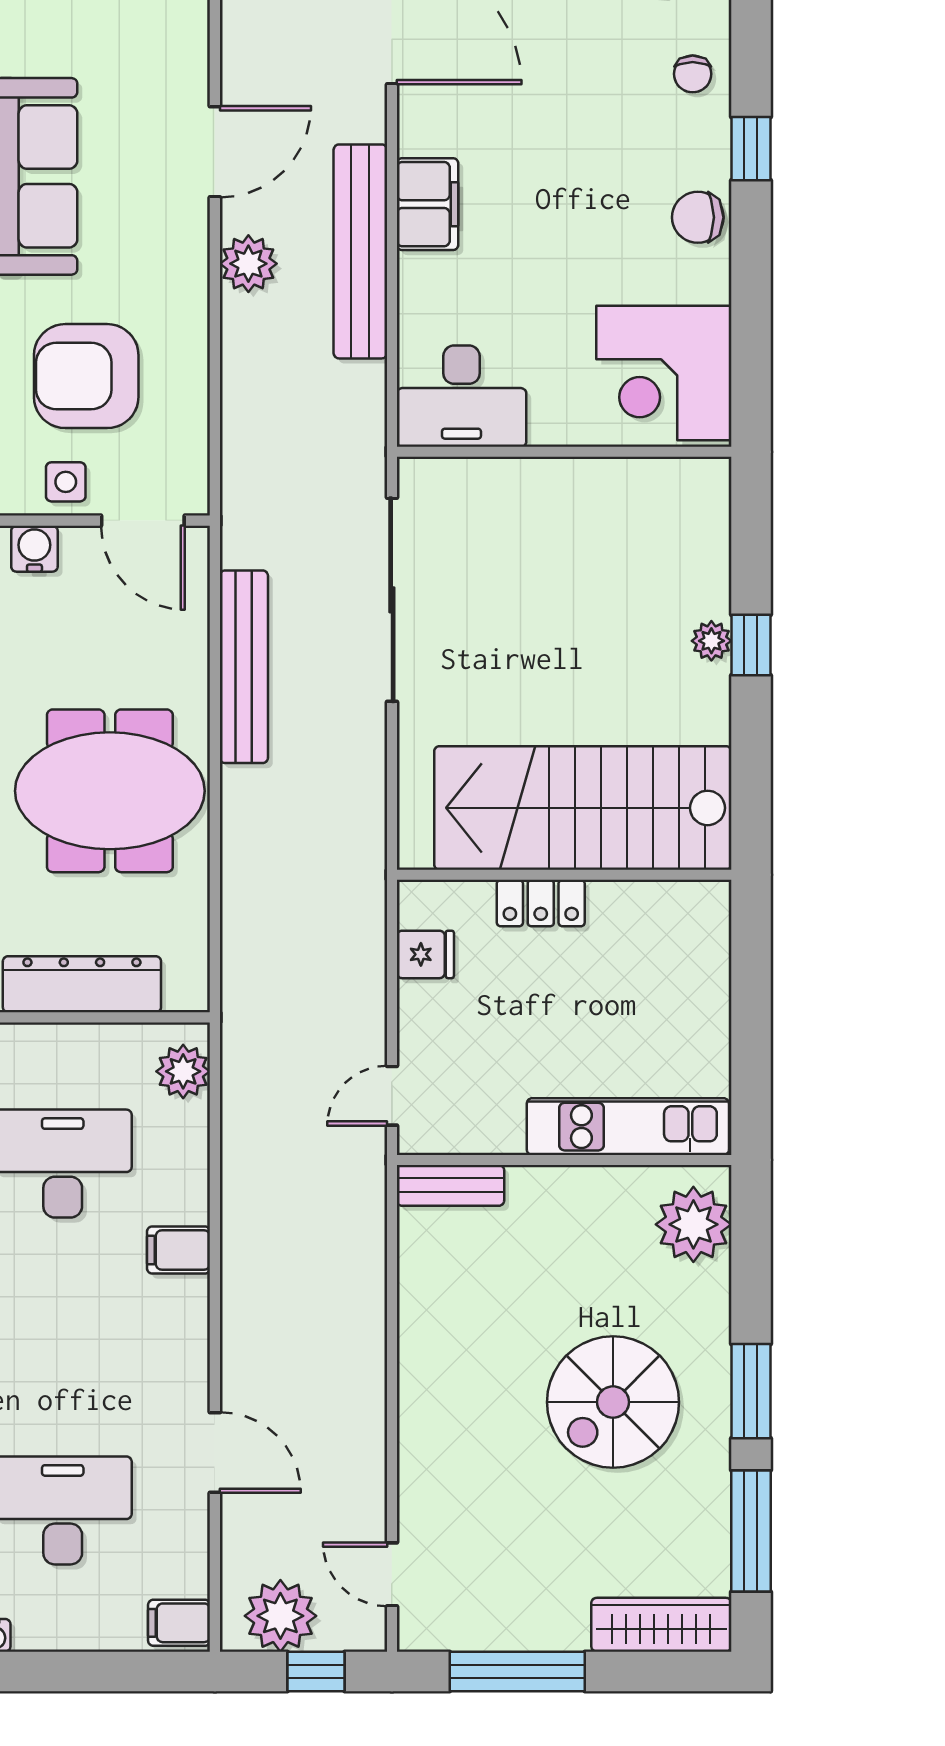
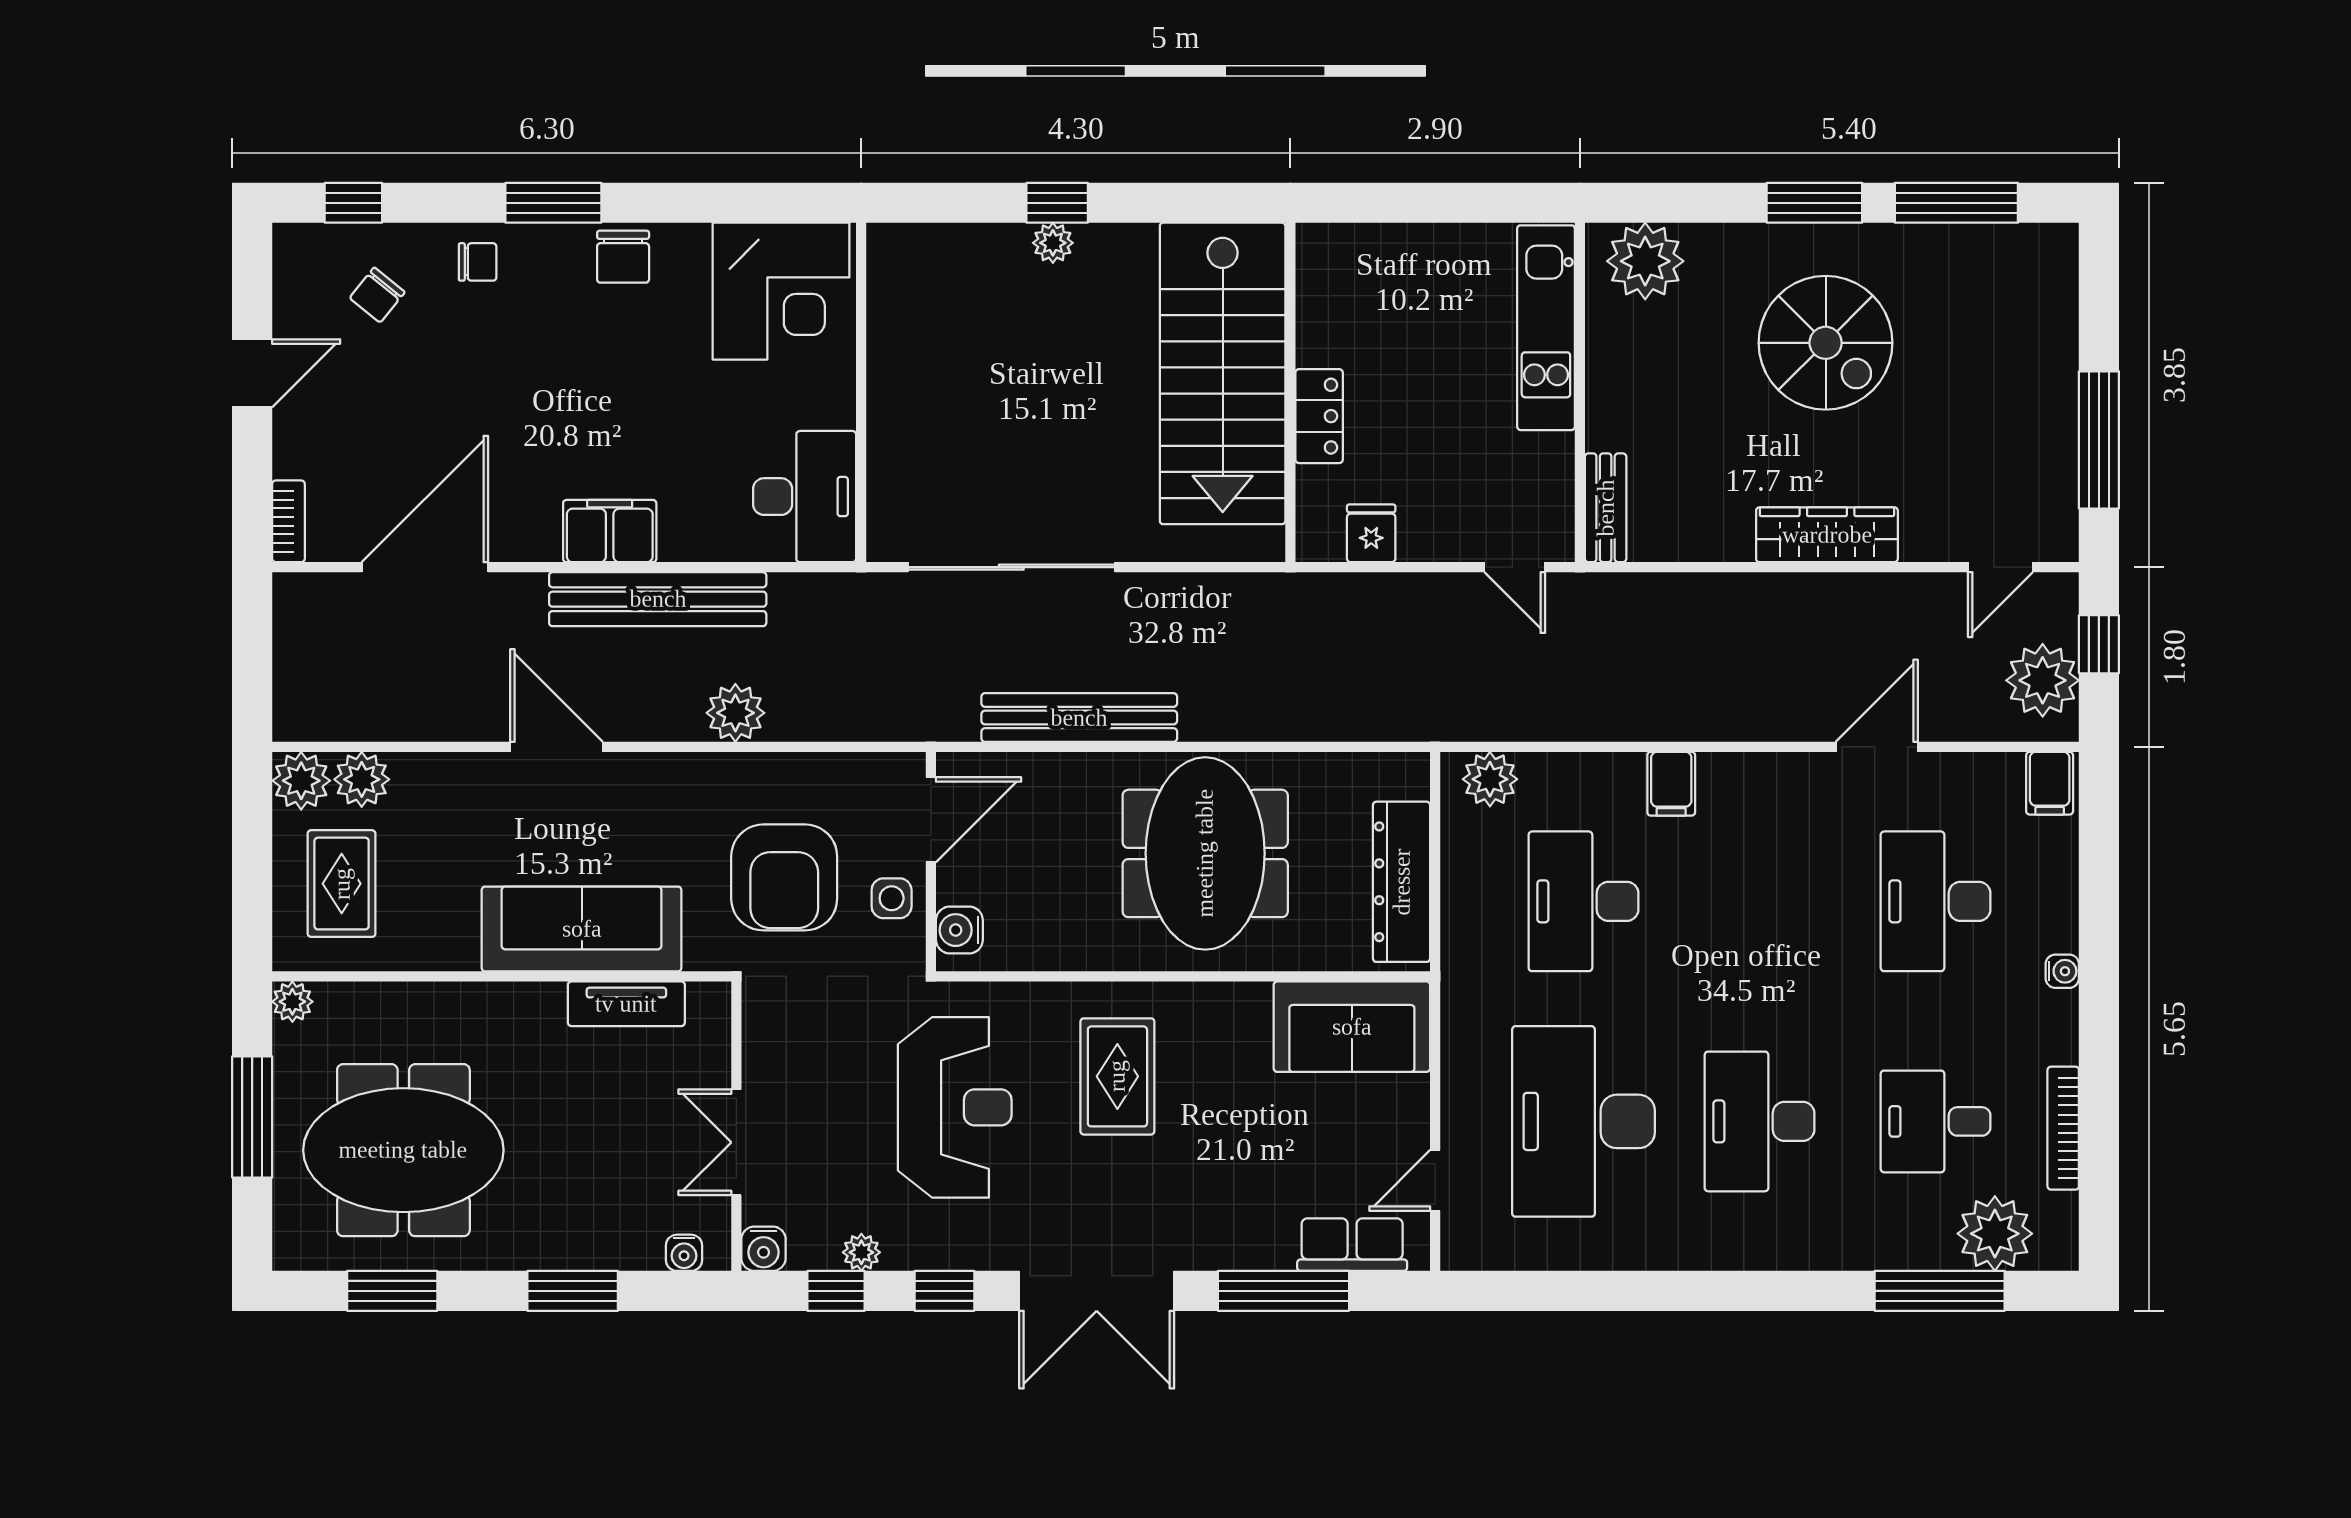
window: (751, 149) -> (553, 203), width x1.50
plant: (248, 264) -> (735, 713), moved
wardrobe: (661, 1625) -> (1827, 535), moved, turned 90

